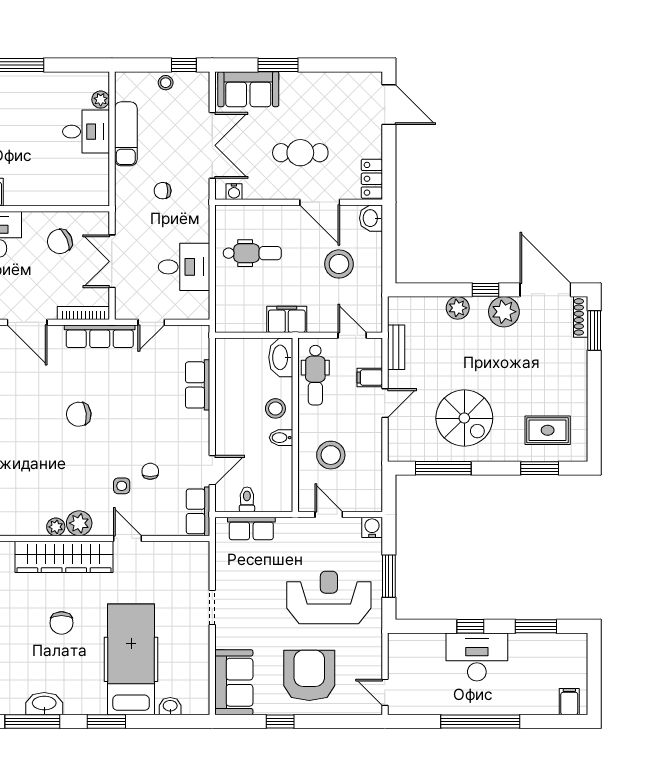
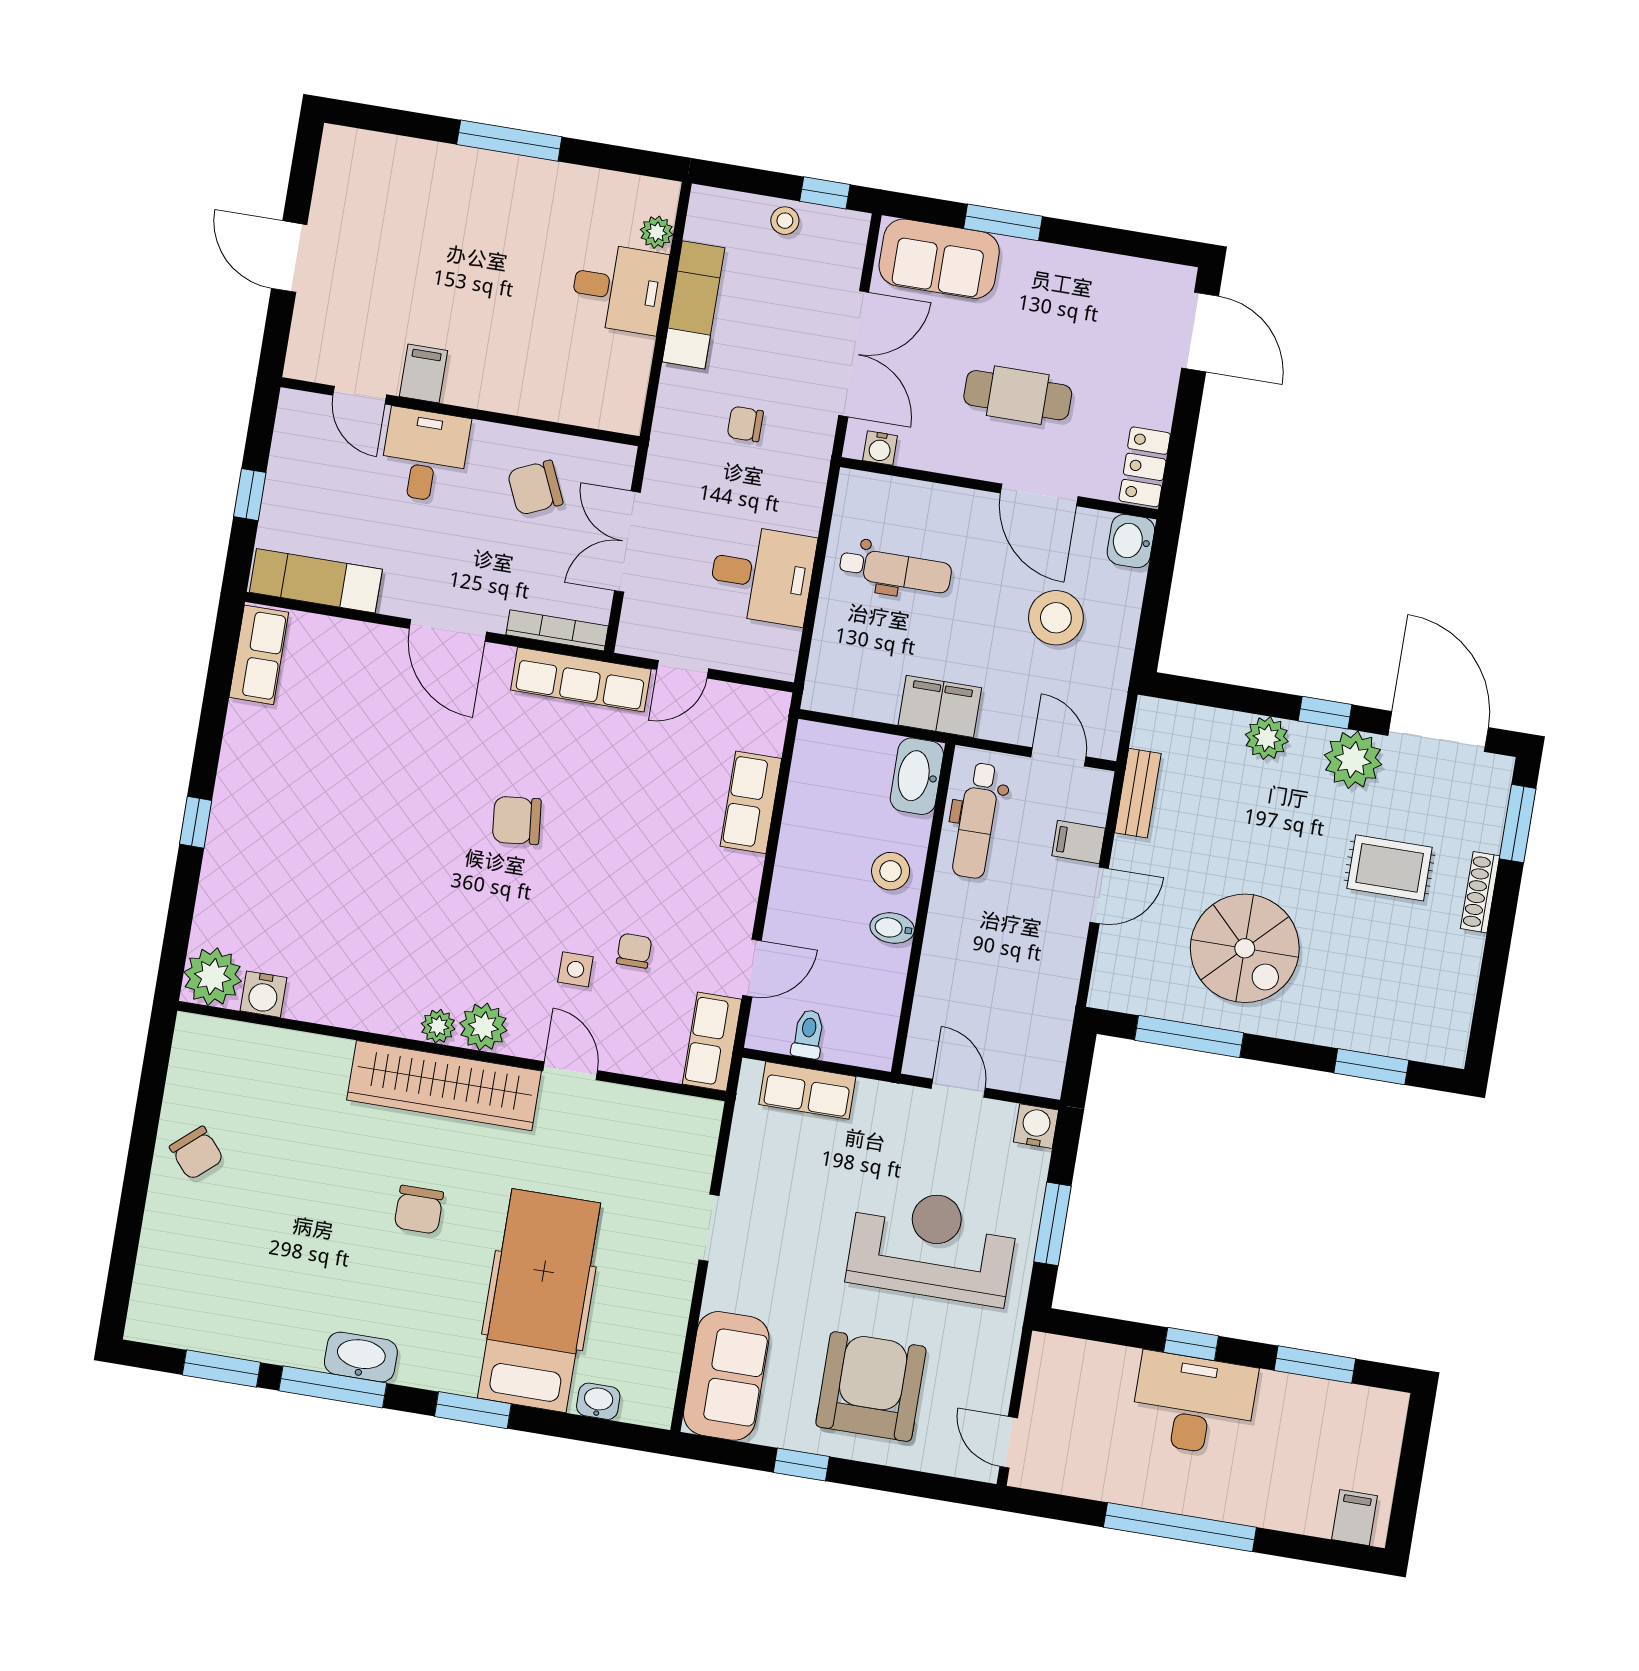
shoe rack: (581, 317) -> (1480, 892), moved
rug: (548, 430) -> (1390, 868), moved
stool: (331, 455) -> (981, 977), removed

